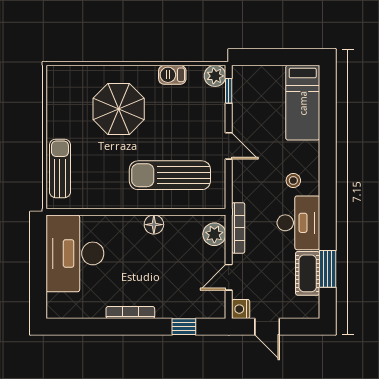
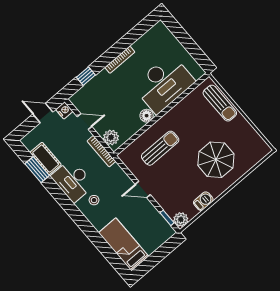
sun lounger: (170, 175) -> (160, 148), width x0.73, depth x0.75
desk: (75, 253) -> (164, 84), moved, turned 90
door: (229, 277) -> (85, 122), hinge flipped

